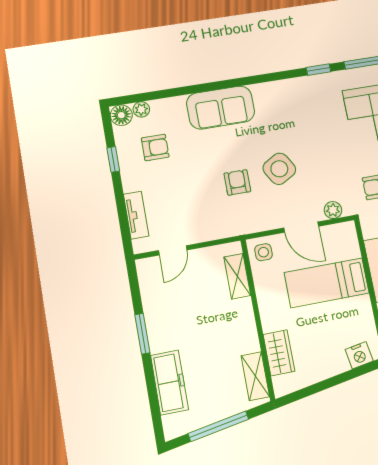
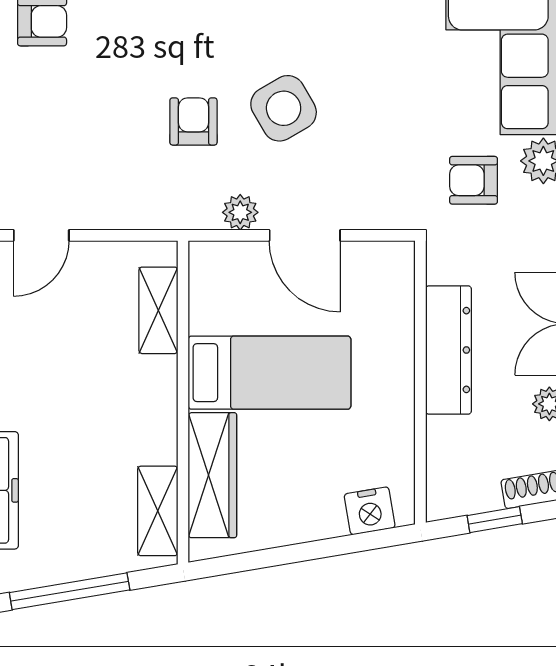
plant: (333, 210) -> (240, 212), moved
side table: (263, 252) -> (219, 272), removed
bed: (327, 283) -> (270, 373), moved, turned 180
wardrobe: (279, 353) -> (212, 475), width x1.50

